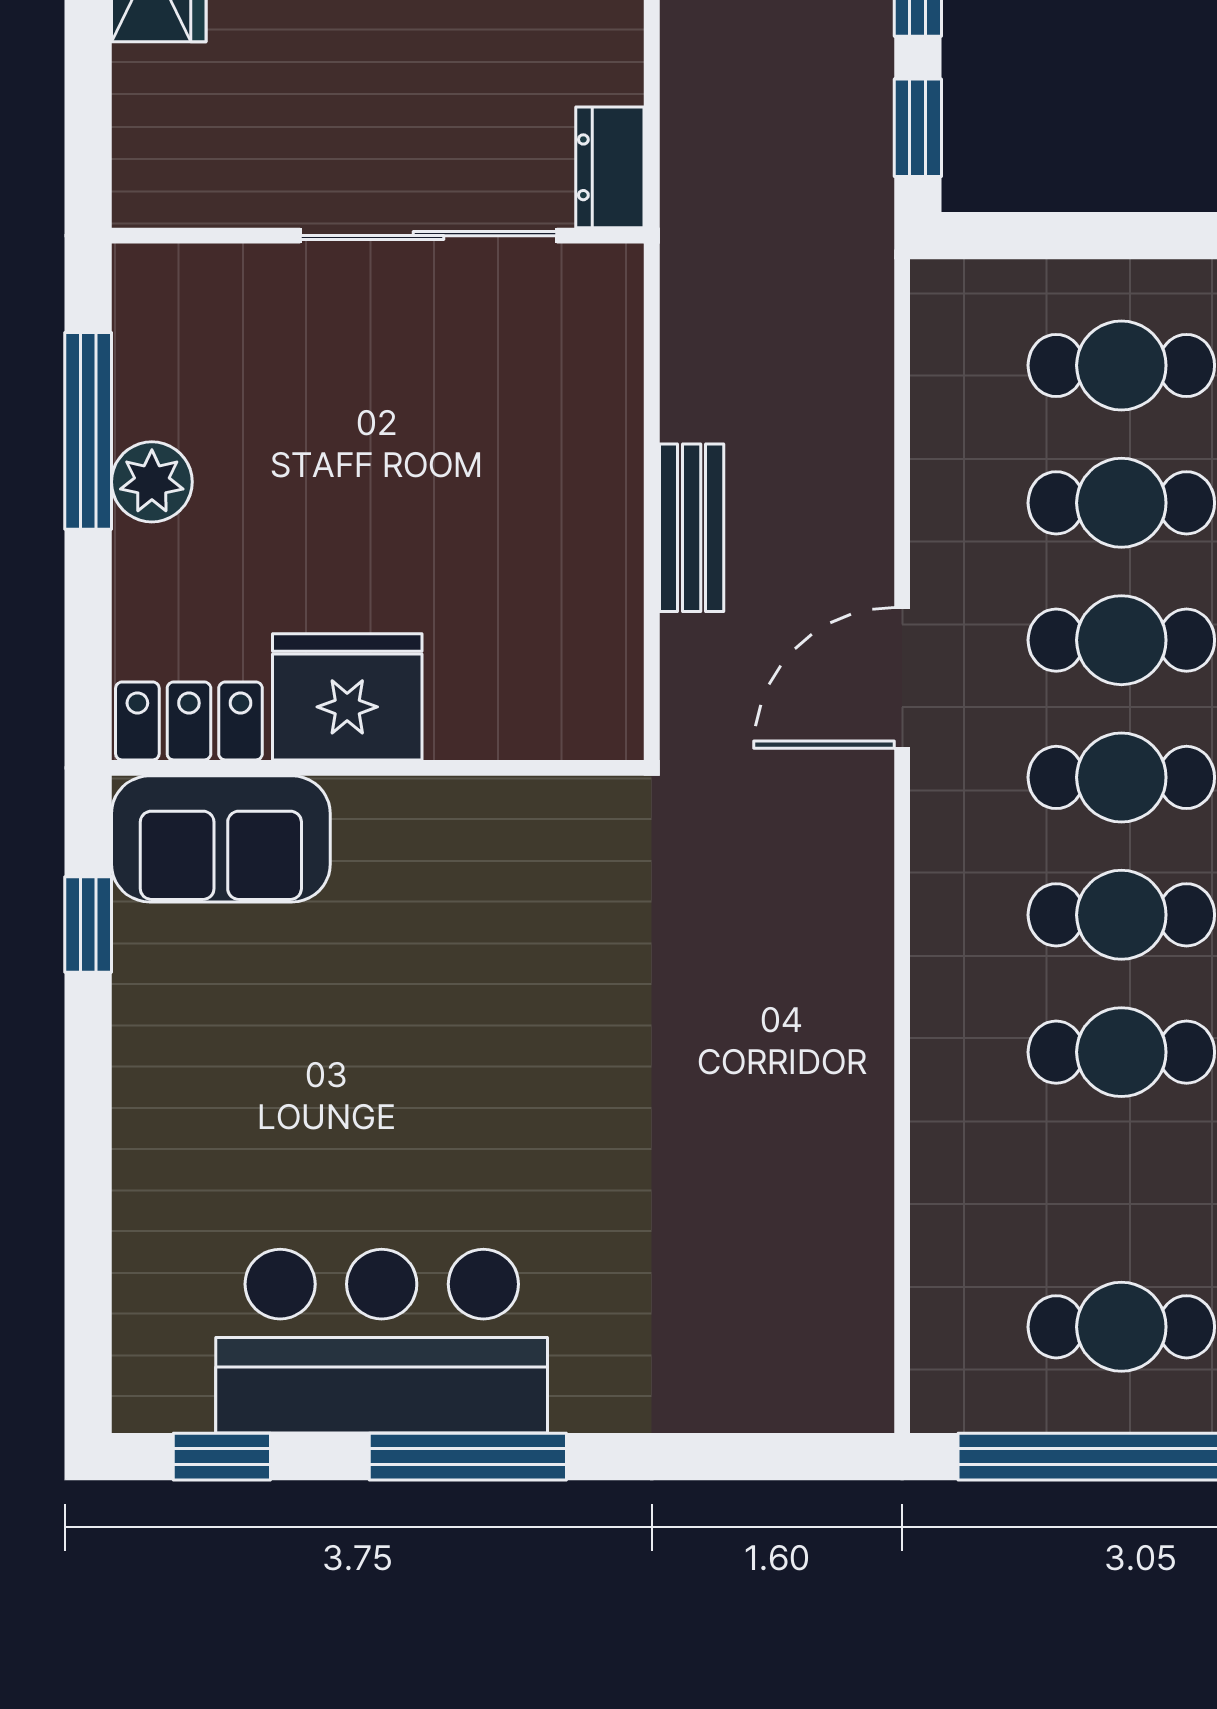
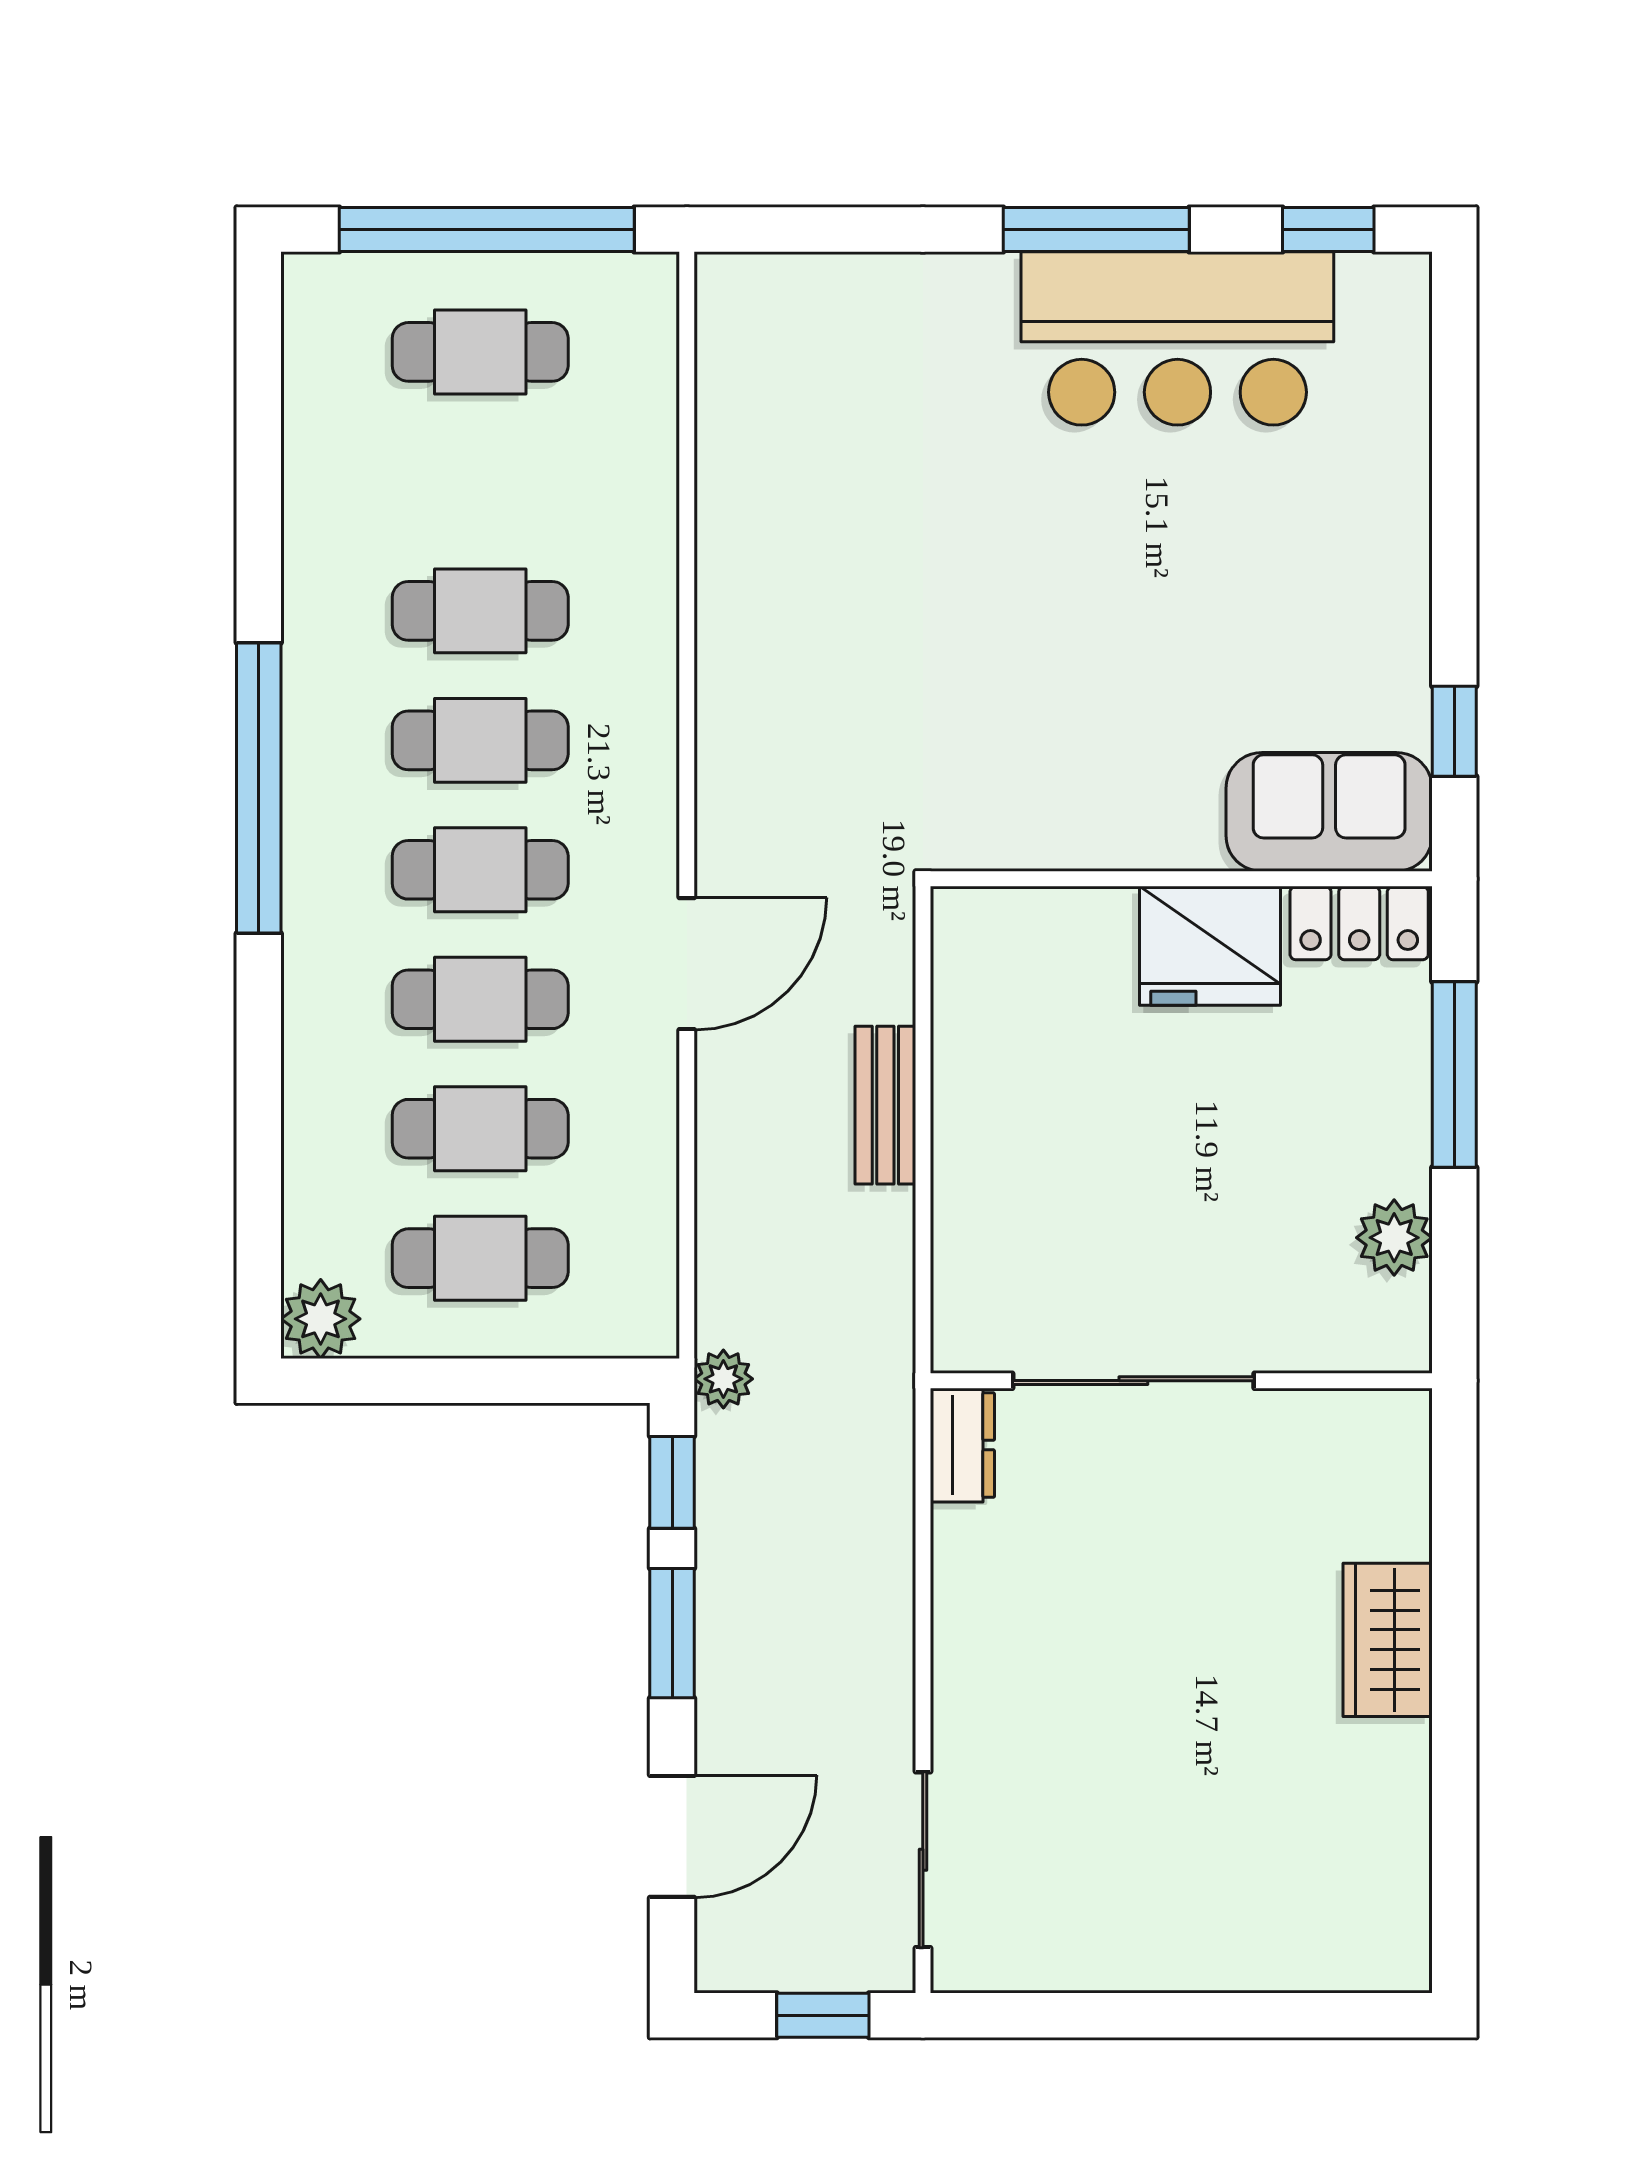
plant: (863, 237) -> (723, 1379), added
window: (88, 431) -> (1454, 1075), moved
plant: (152, 482) -> (1394, 1238), moved

